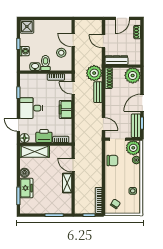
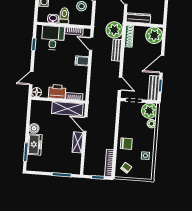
desk: (31, 108) -> (53, 38), moved, turned 90
filing cabinet: (65, 110) -> (82, 61), width x0.50
door: (18, 125) -> (31, 78), hinge flipped
shelving: (35, 152) -> (67, 109), moved
chair: (112, 161) -> (126, 144), moved

